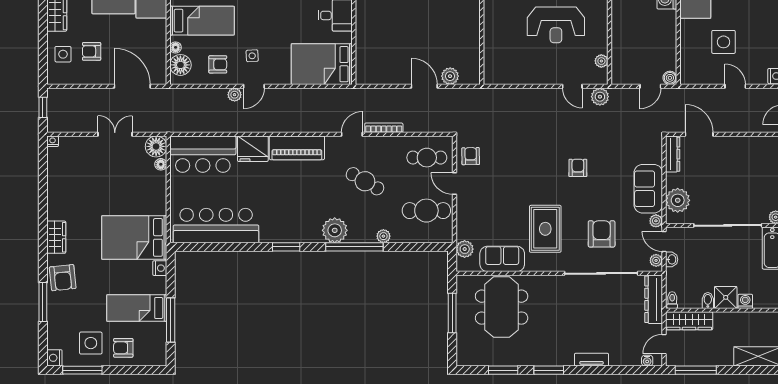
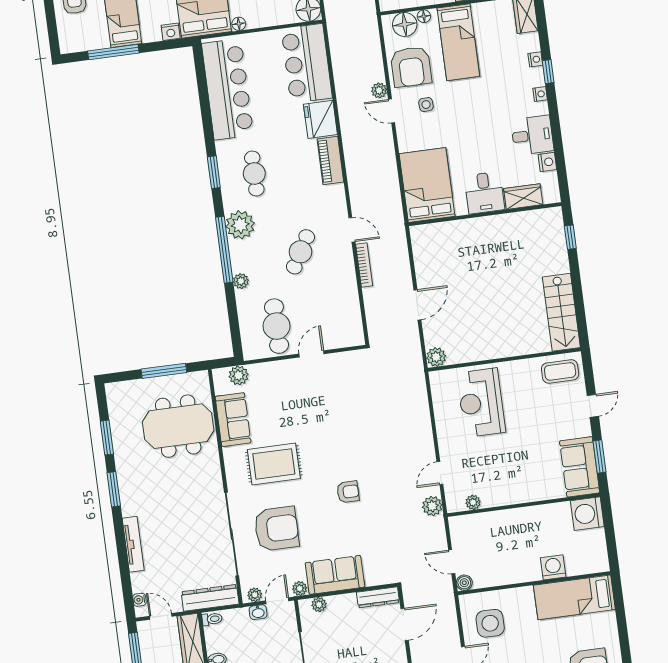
reception desk: (556, 25) -> (481, 403), moved
side table: (723, 42) -> (490, 623), moved
armchair: (218, 64) -> (411, 67), width x1.88, depth x1.88
plant: (450, 76) -> (436, 357), moved
piano: (297, 148) -> (330, 160), width x0.73, depth x0.75
armchair: (471, 156) -> (345, 368), removed
cafe table: (427, 158) -> (254, 173), moved
floor lamp: (161, 164) -> (239, 24), moved
plant: (678, 200) -> (319, 605), width x0.53, depth x0.53
armchair: (602, 234) -> (277, 529), width x1.36, depth x1.36
tv unit: (592, 360) -> (133, 544), width x1.41

